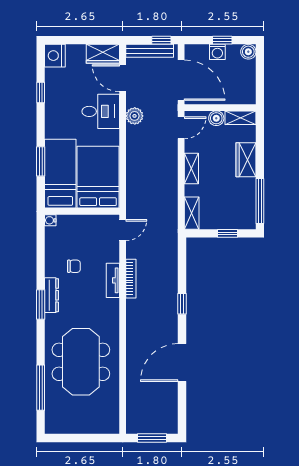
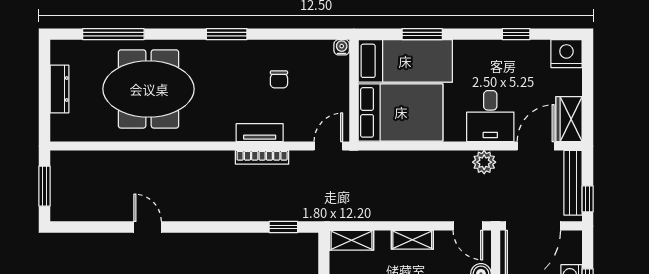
door: (123, 230) -> (328, 146), swing flipped
dresser: (52, 295) -> (59, 89), moved, turned -90
window: (182, 304) -> (283, 227), moved
door: (182, 362) -> (148, 227), width x0.53

